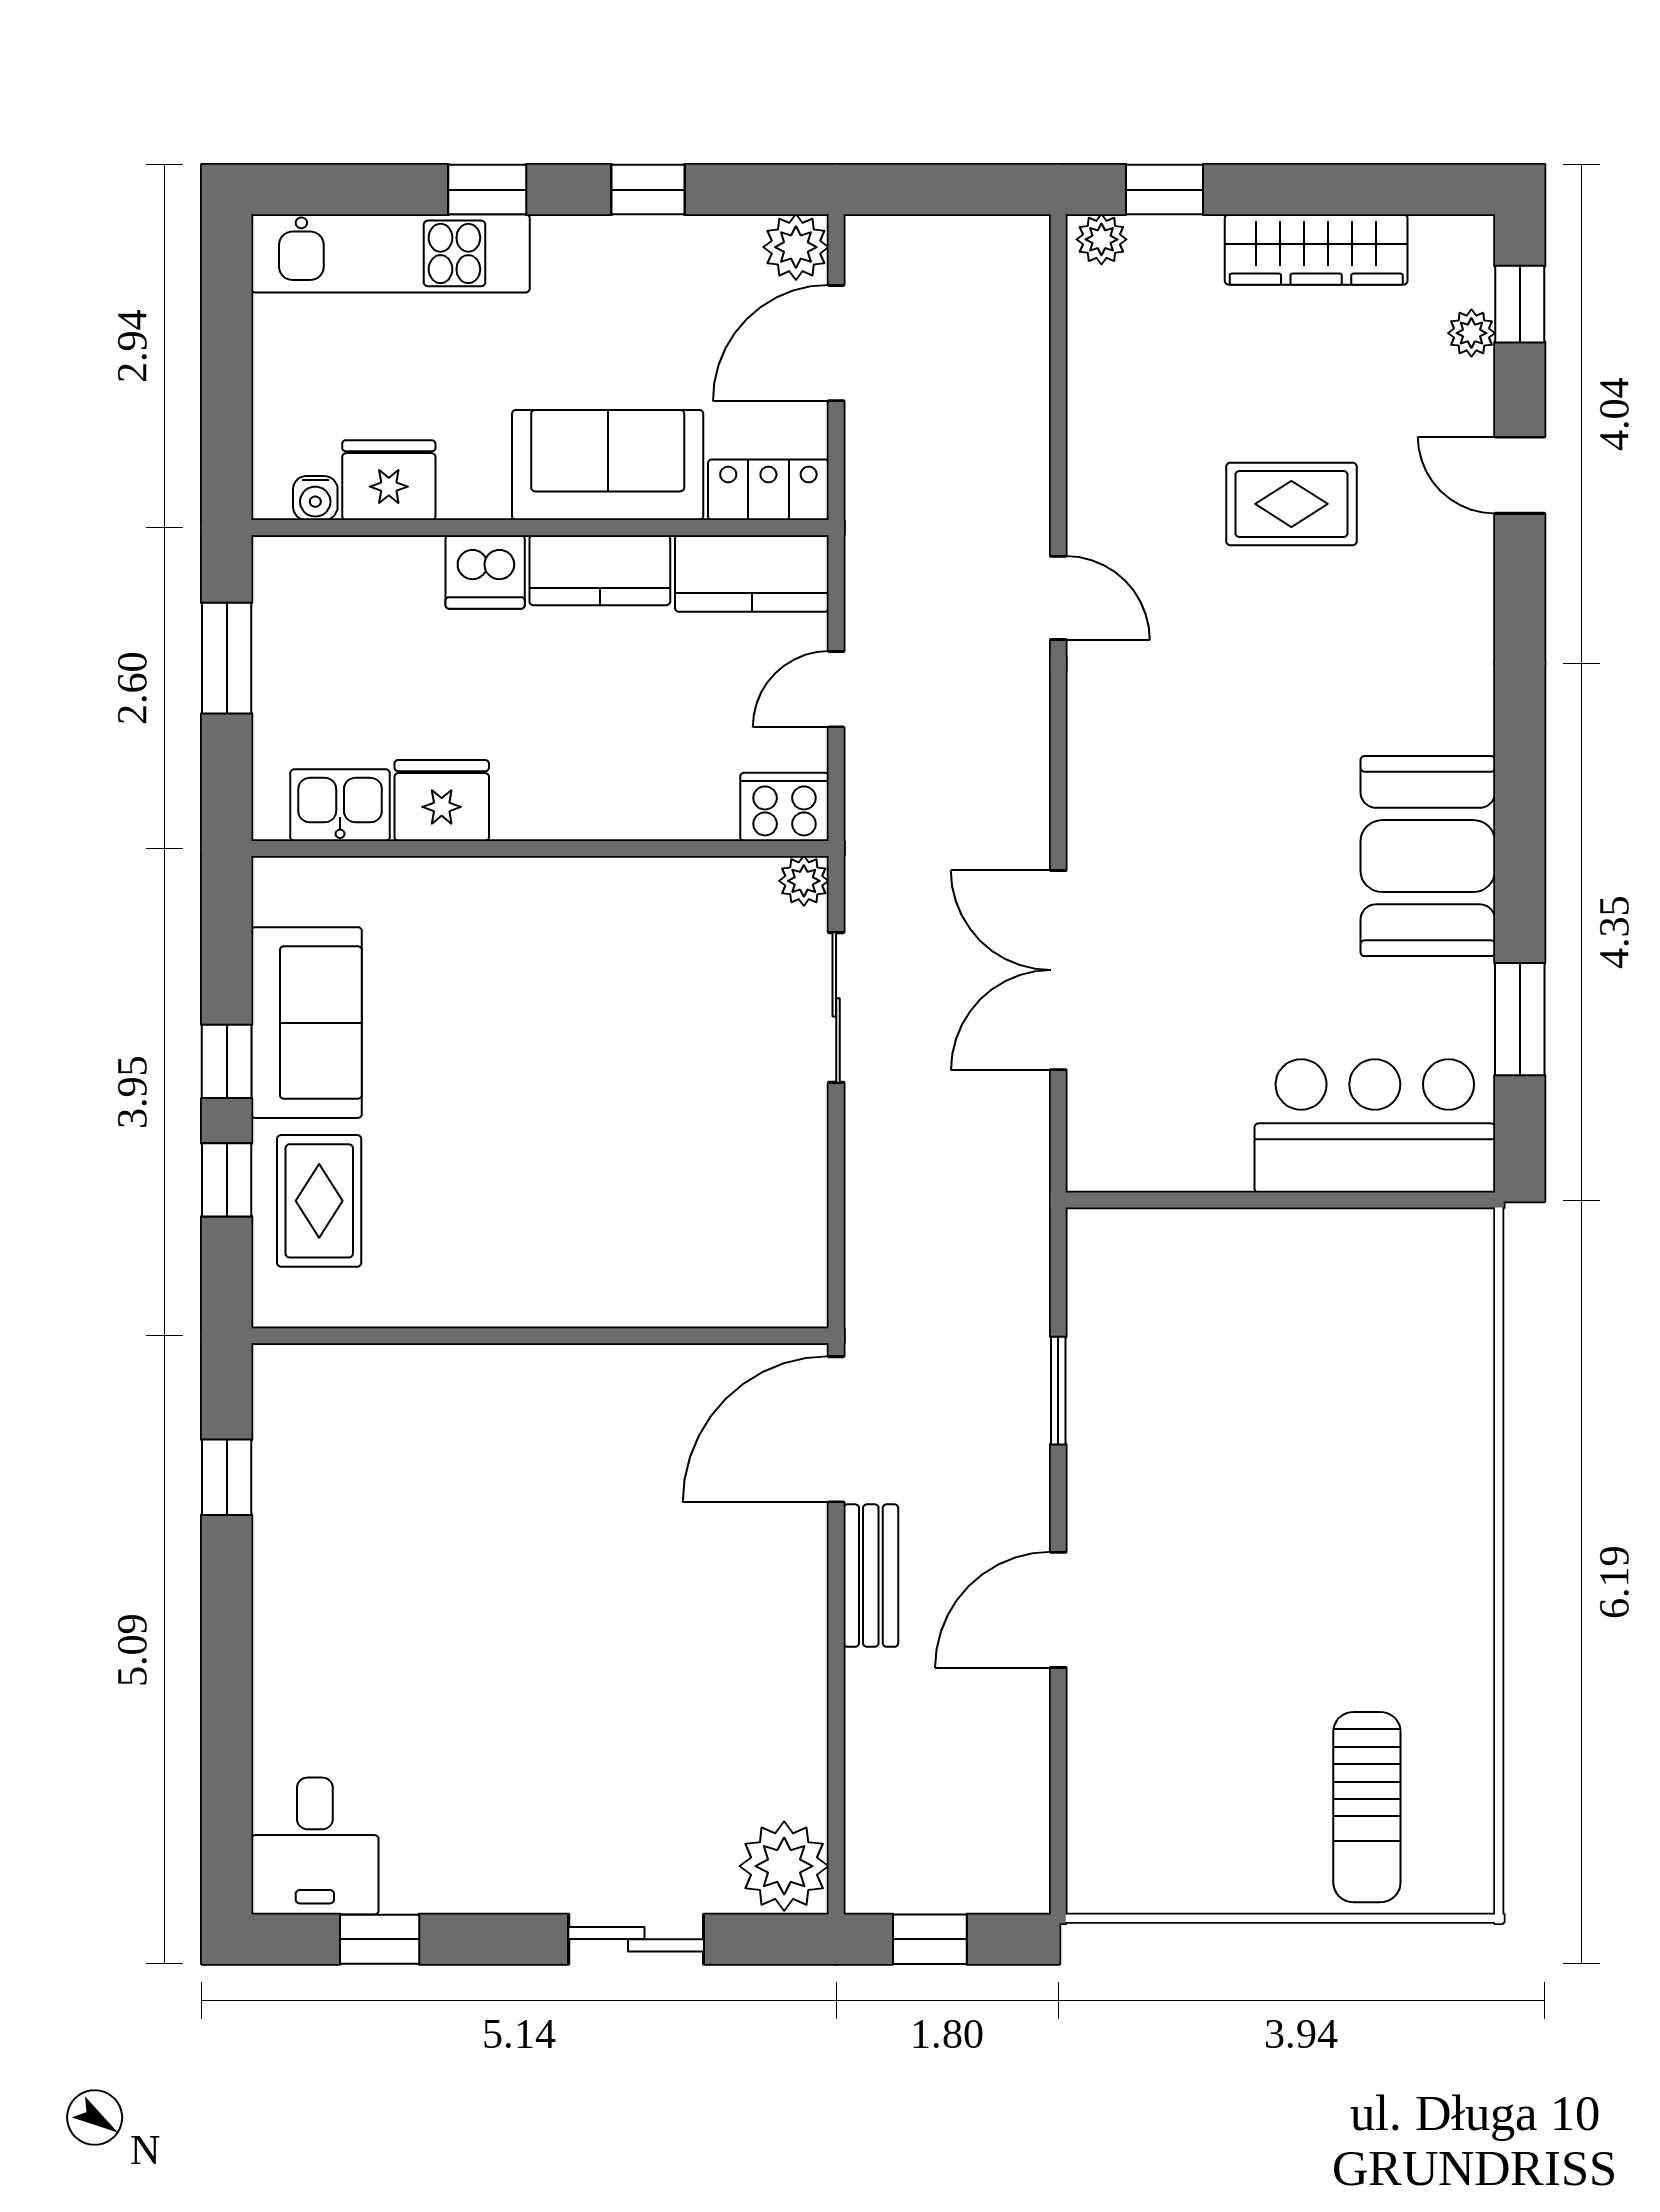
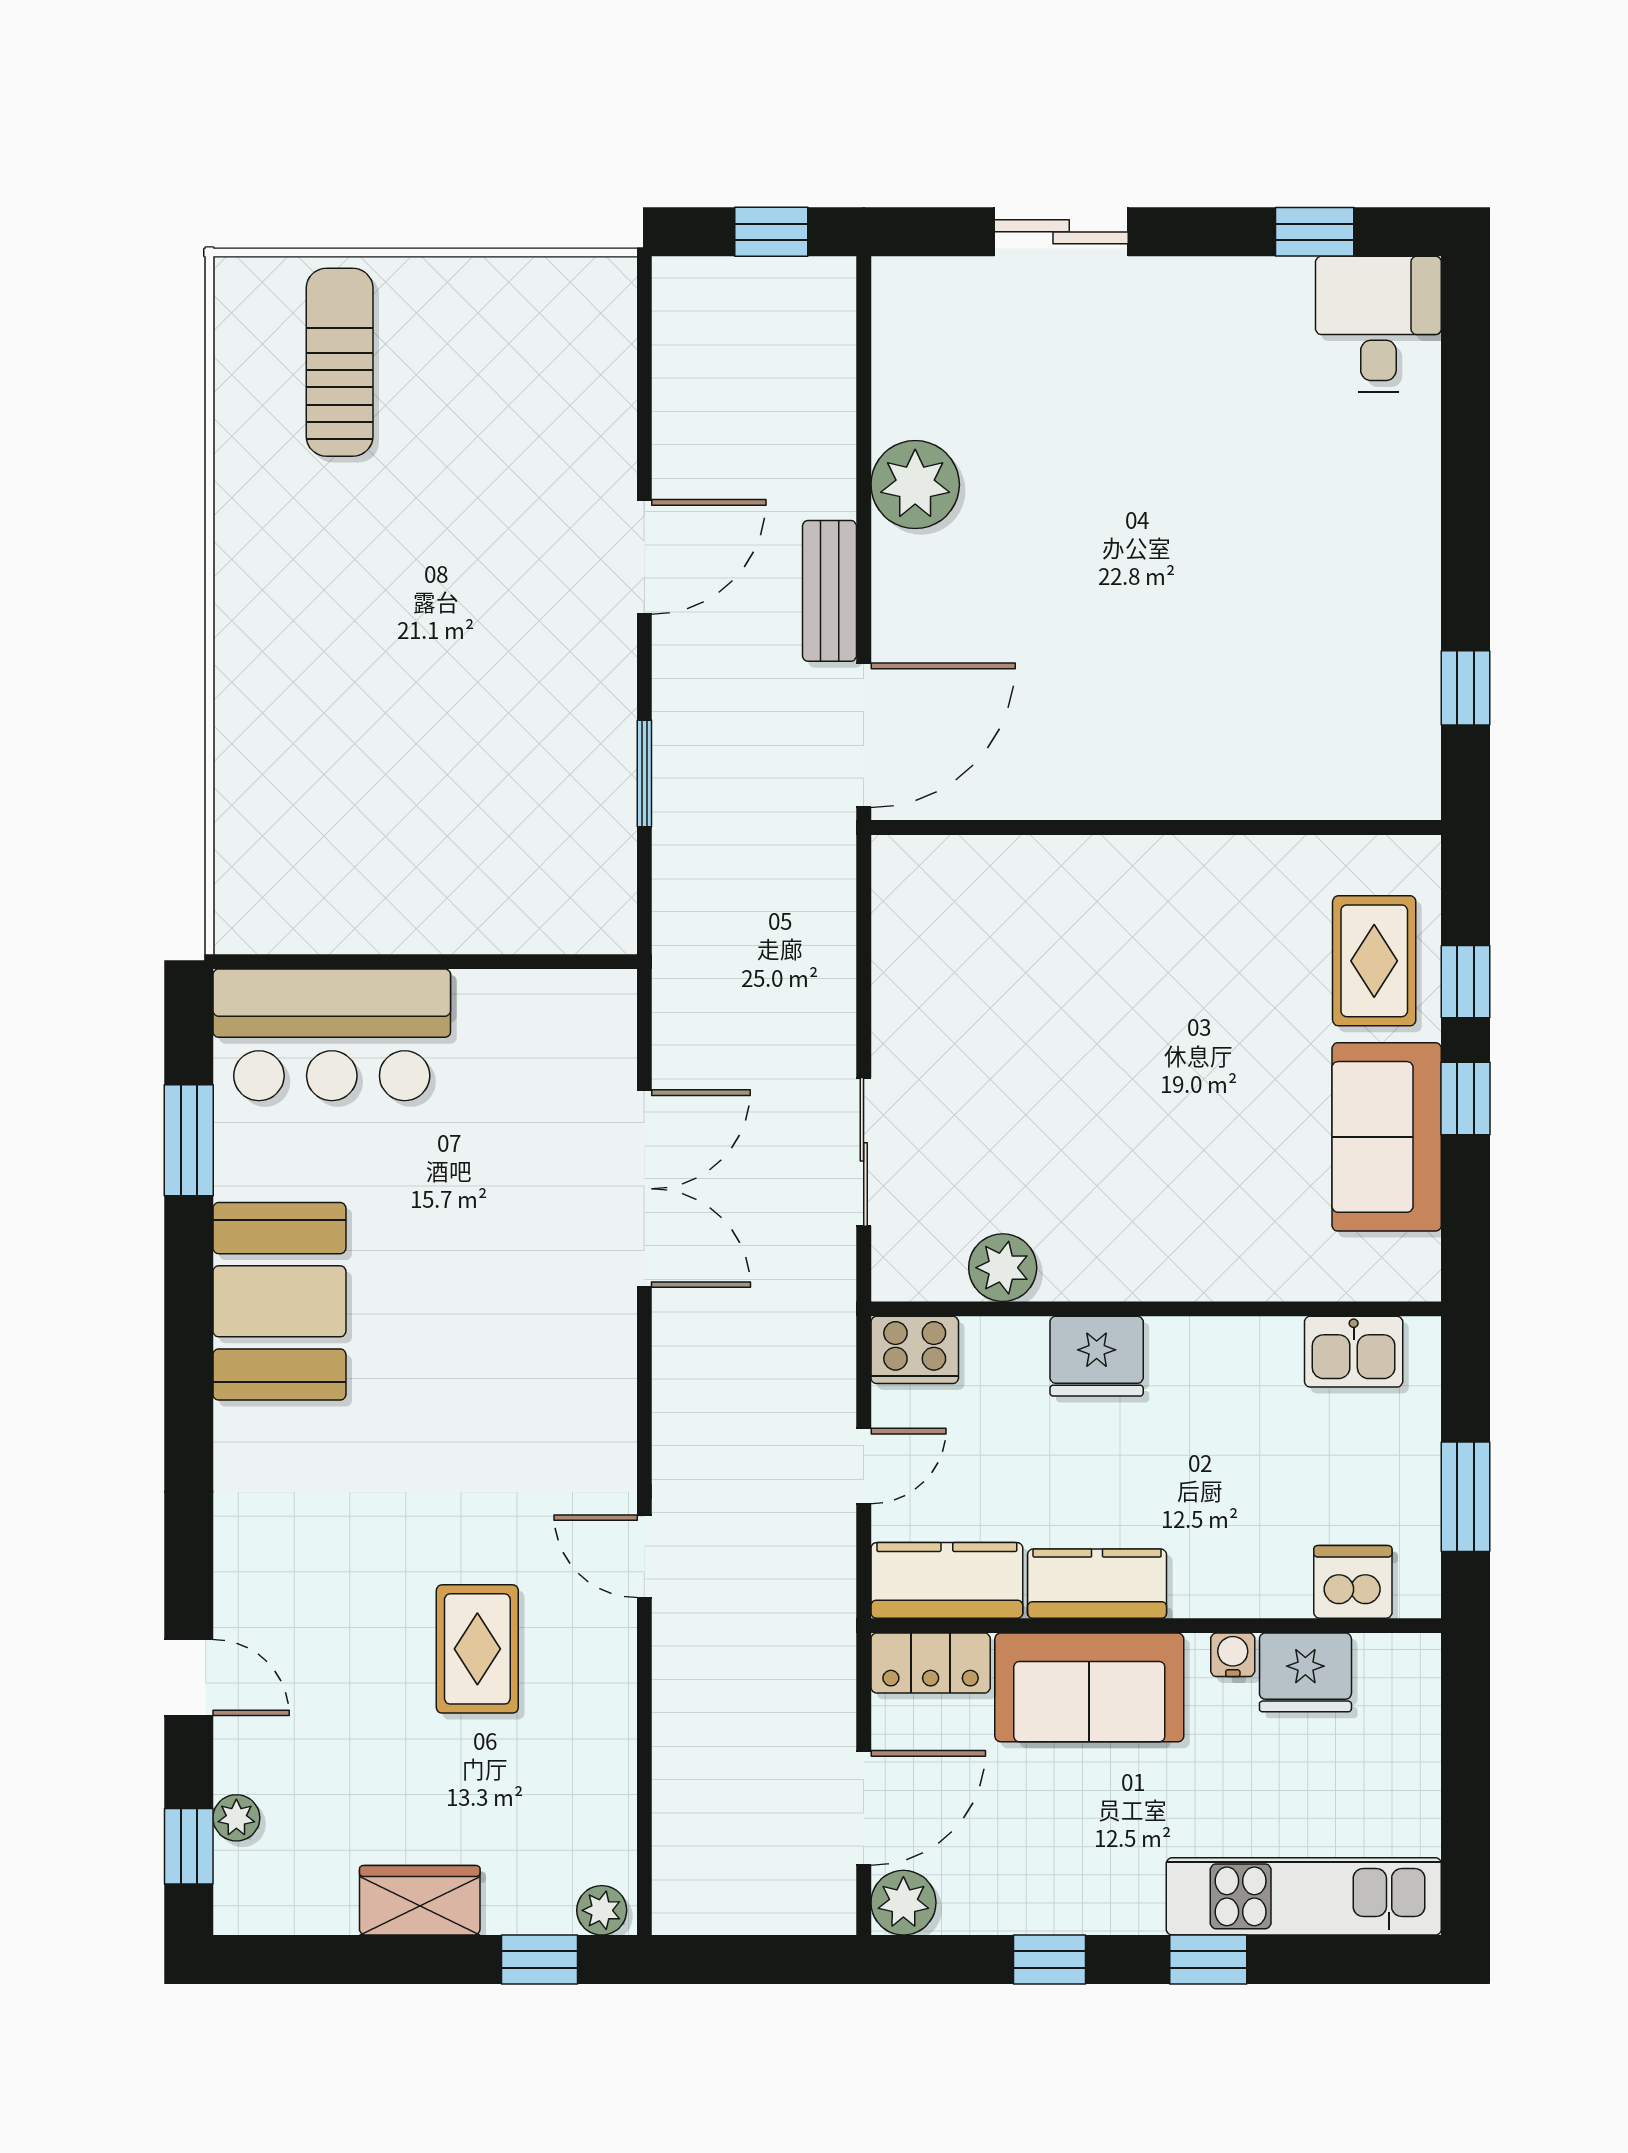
wardrobe: (1316, 250) -> (420, 1900), width x0.67
water cooler: (315, 498) -> (1233, 1655), moved
rug: (1291, 504) -> (477, 1649), moved, turned 90
dishwasher: (485, 572) -> (1353, 1582), moved
fridge: (442, 800) -> (1097, 1356), moved
plant: (804, 881) -> (1003, 1268), moved, width x1.38, depth x1.38
plant: (784, 1866) -> (915, 485), moved

